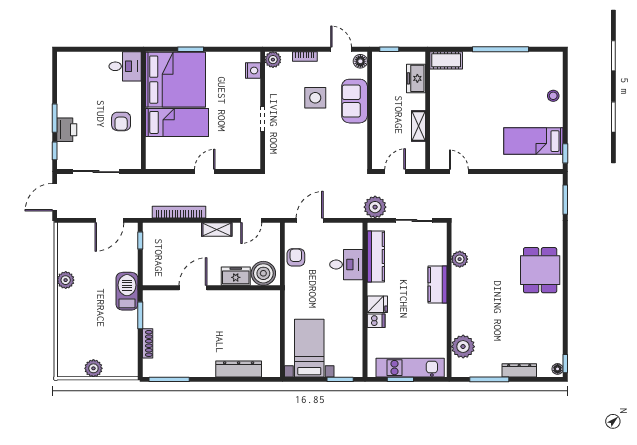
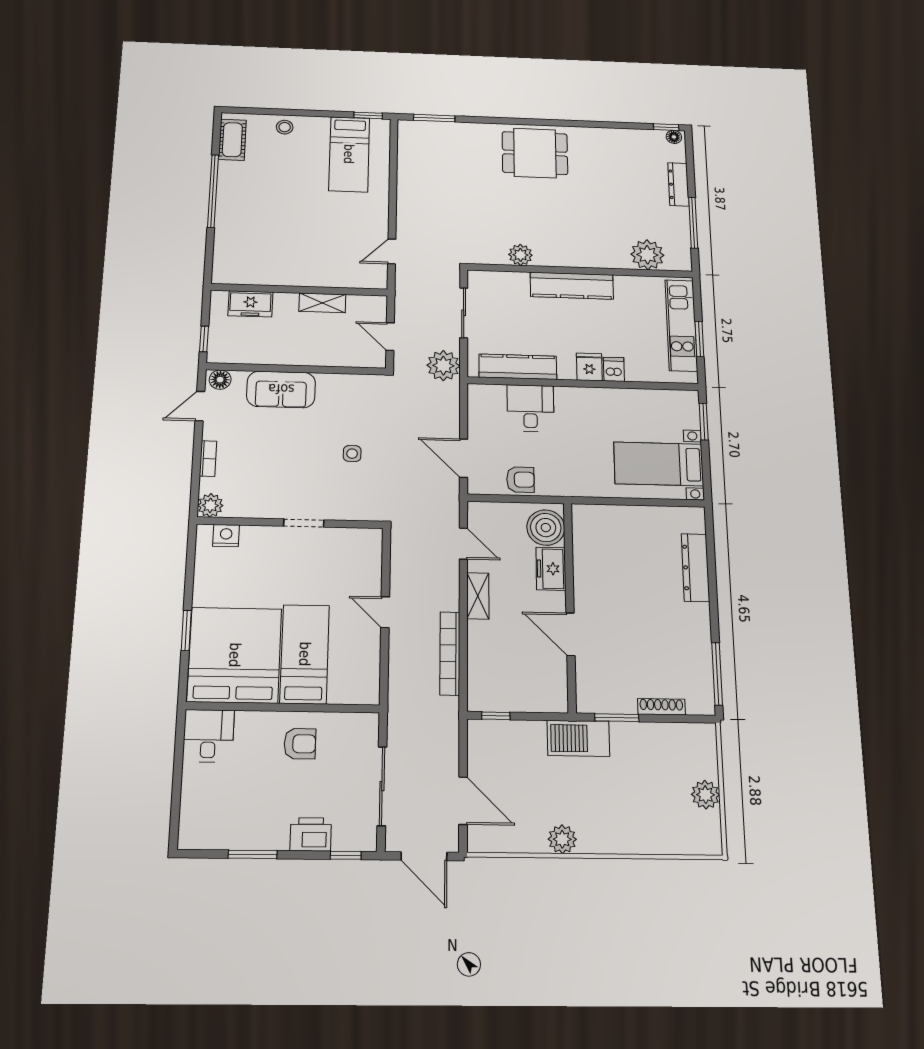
cot: (446, 60) -> (232, 140), moved
side table: (315, 98) -> (352, 454), moved, width x0.54, depth x0.54
window: (55, 118) -> (253, 854), moved
door: (109, 220) -> (463, 801), moved
armchair: (296, 257) -> (520, 480), turned 180
kitchen counter: (437, 284) -> (572, 286), width x1.50

